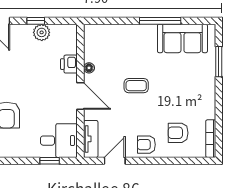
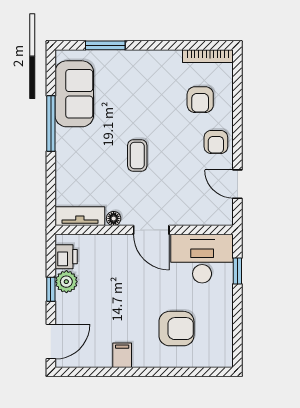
printer: (69, 64) -> (66, 257), moved, turned -90
door: (80, 96) -> (151, 230), swing flipped
tv unit: (91, 139) -> (80, 216), moved
desk: (59, 141) -> (202, 259), width x1.37

